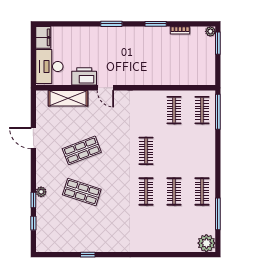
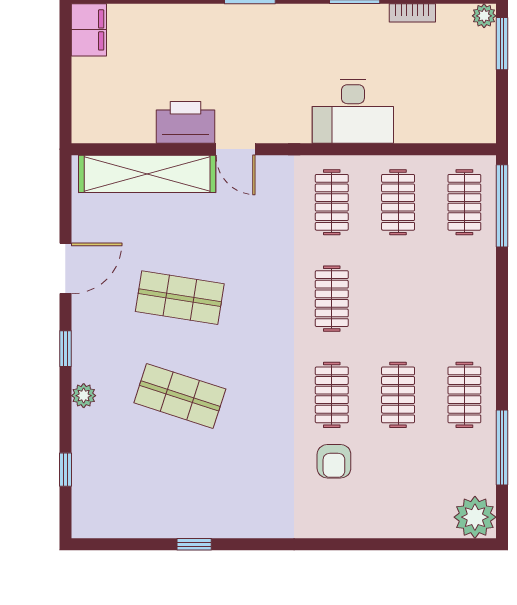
desk: (49, 67) -> (353, 111), moved, turned -90
shelving: (68, 98) -> (147, 174), width x1.47
clothes rail: (146, 110) -> (332, 202), added
door: (33, 138) -> (65, 268), swing flipped
shop shelf: (82, 150) -> (180, 298), turned 30
window: (33, 200) -> (65, 349), moved
armchair: (147, 220) -> (334, 461), added

